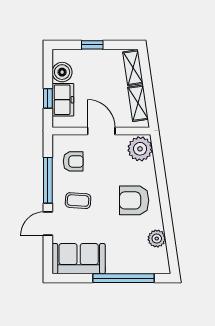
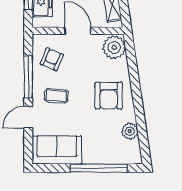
armchair: (73, 161) -> (52, 59), turned -67
armchair: (134, 200) -> (109, 96), turned -90

